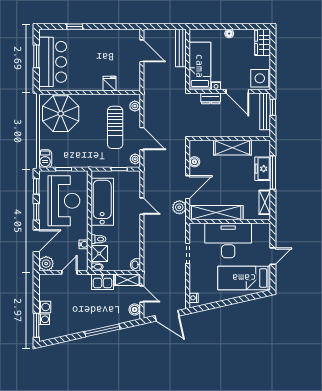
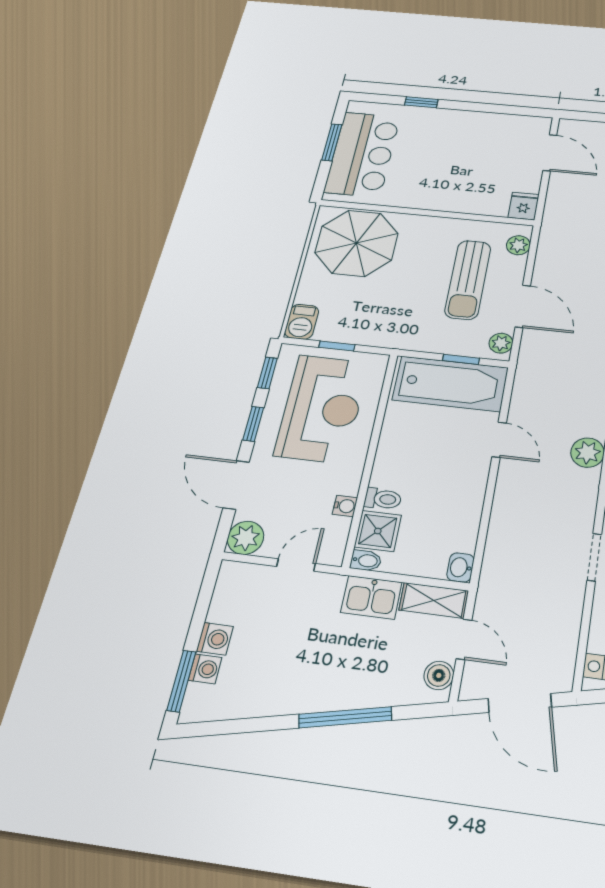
fridge: (110, 84) -> (524, 206), moved
bathtub: (102, 202) -> (450, 384), moved, turned 90
door: (36, 241) -> (236, 485), swing flipped

